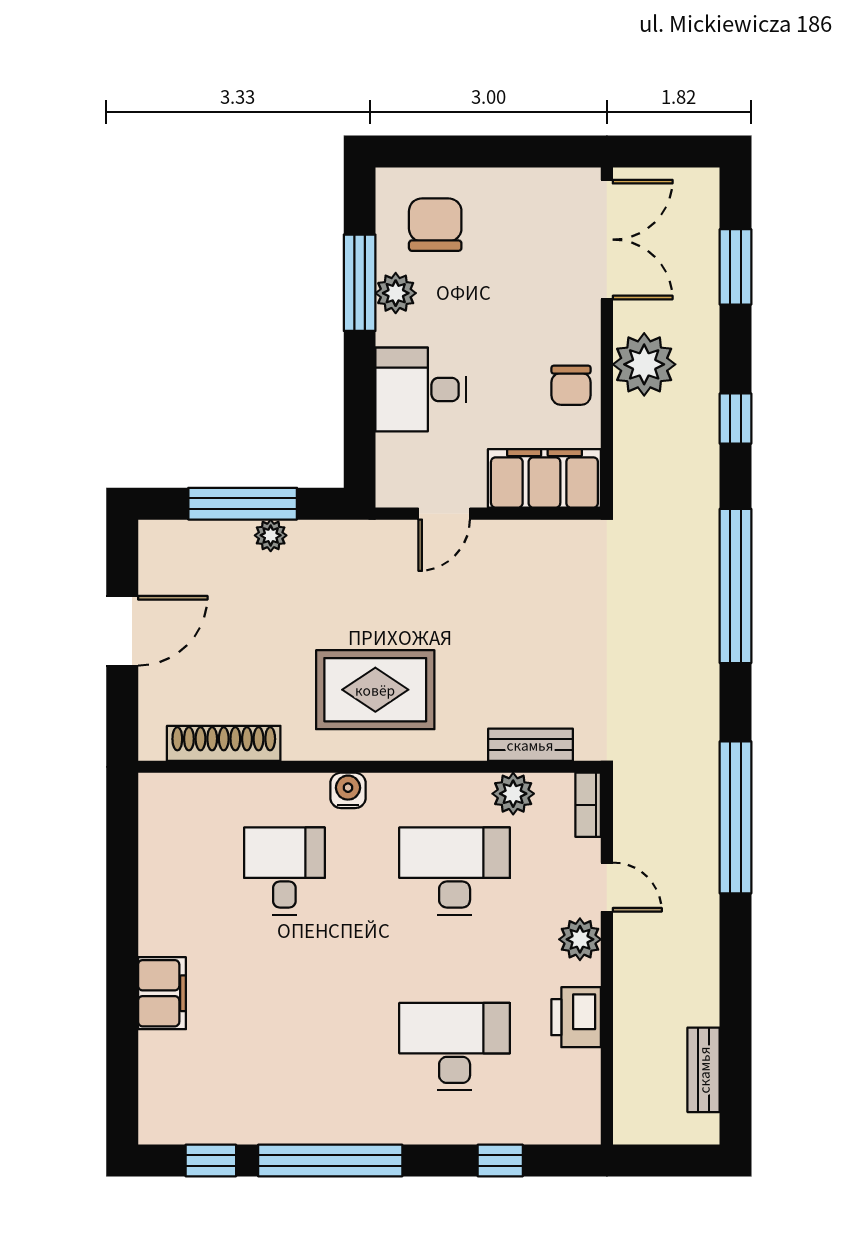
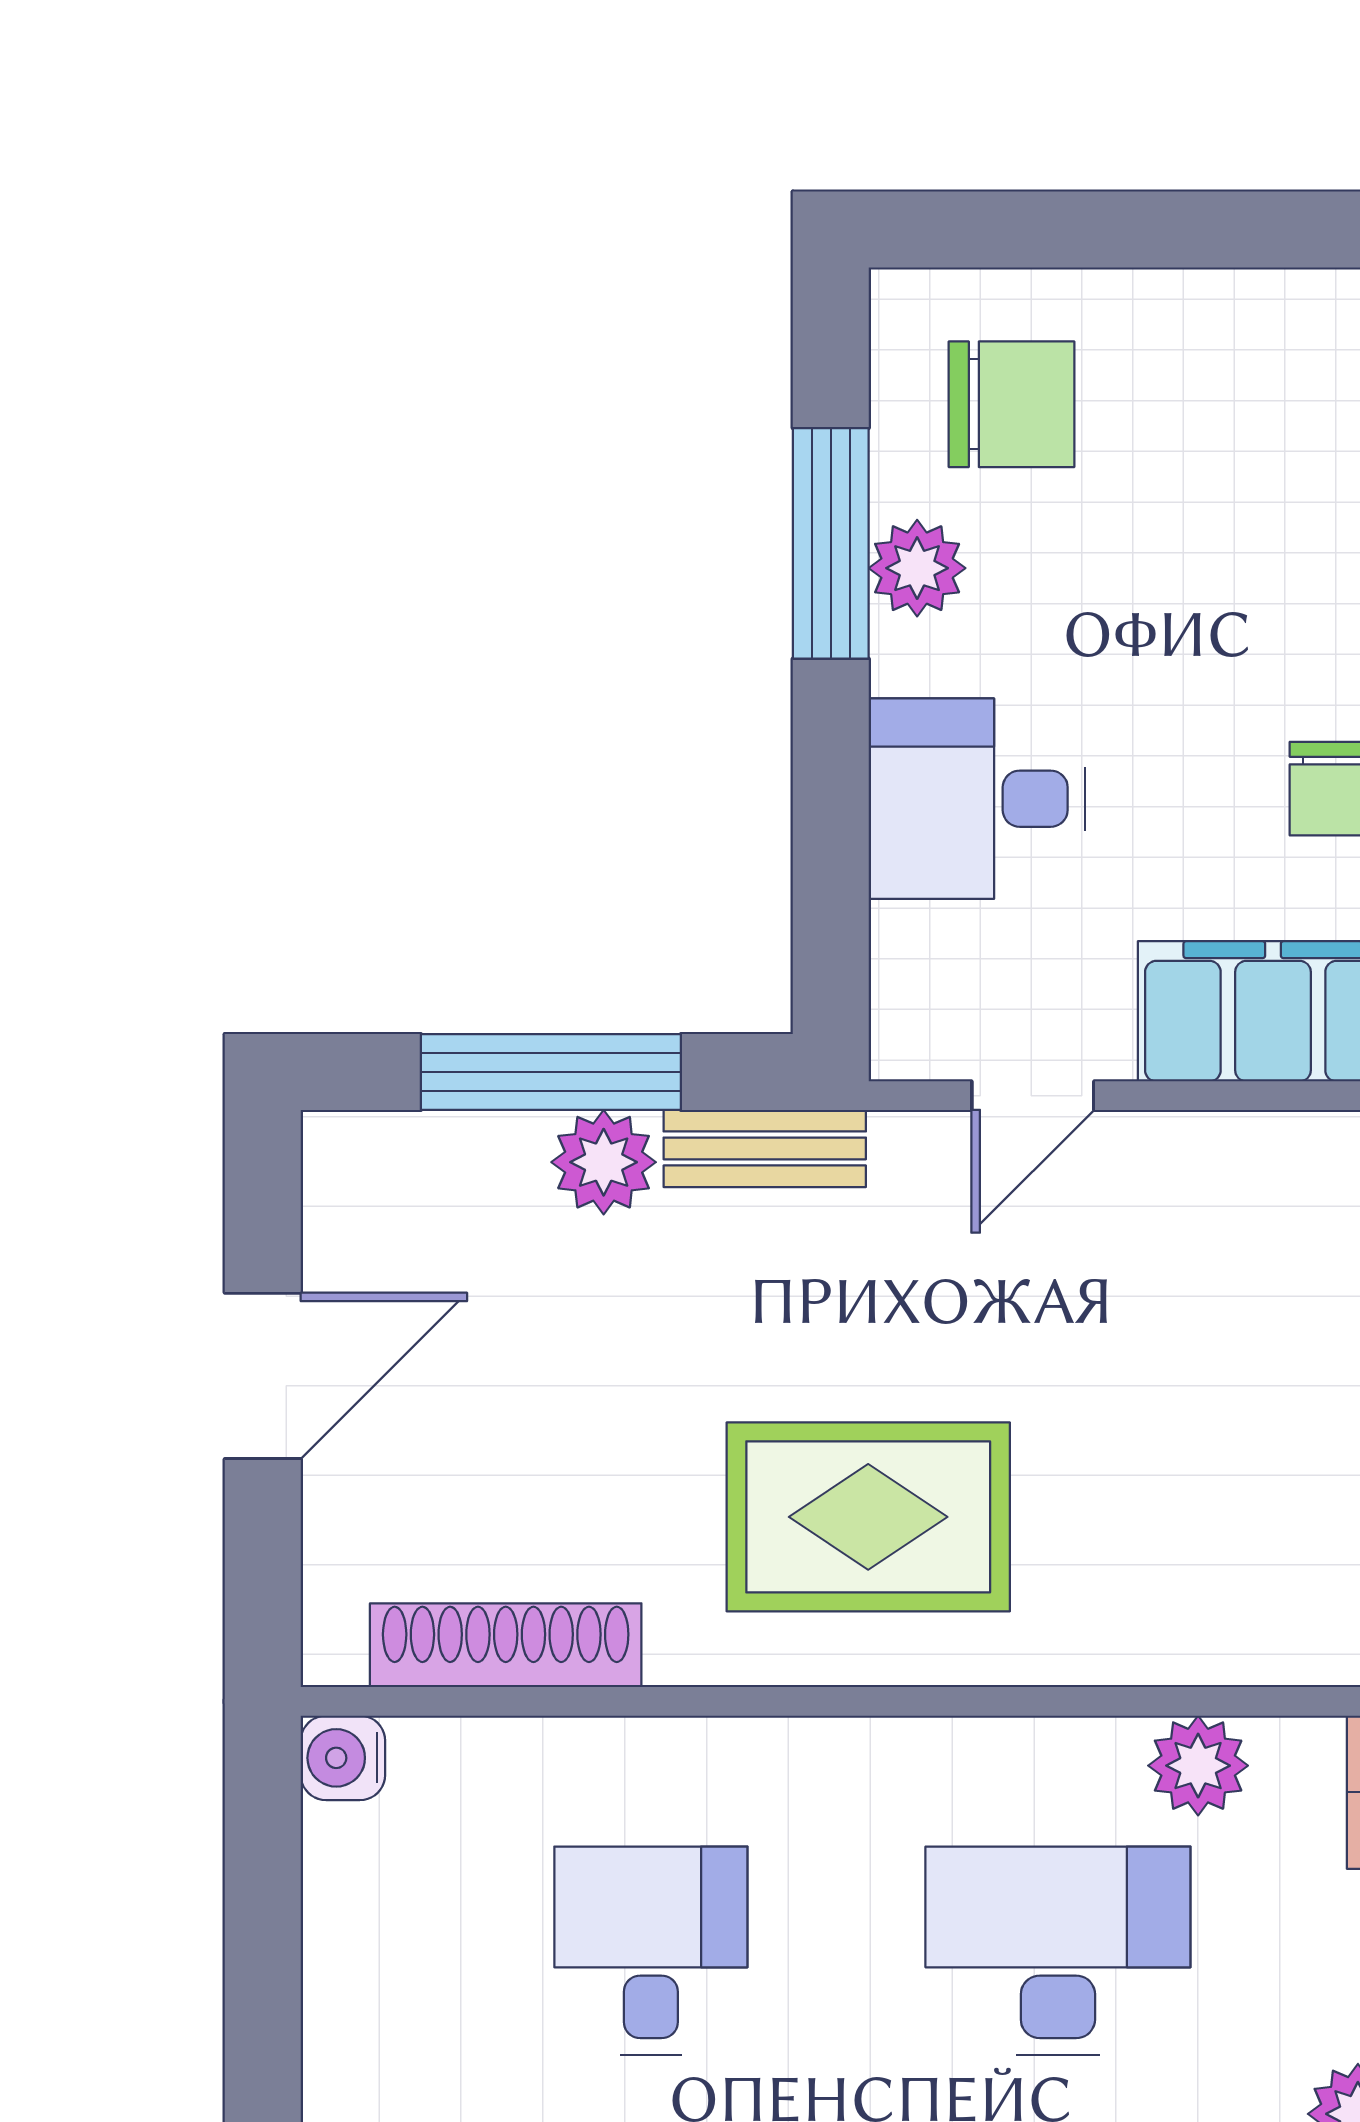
chair: (435, 225) -> (1011, 404), turned 90
plant: (271, 535) -> (604, 1162), width x1.38, depth x1.38
bench: (530, 745) -> (765, 1148), moved
water cooler: (348, 790) -> (343, 1758), moved, turned -90

